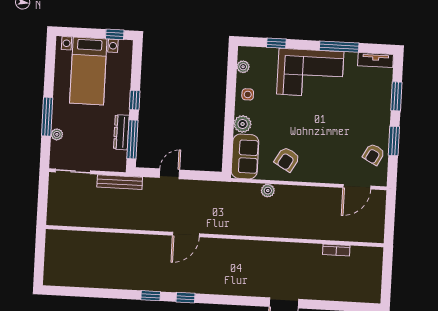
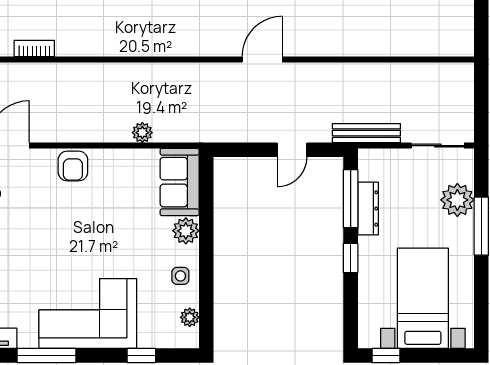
plant: (57, 134) -> (457, 200), width x1.88, depth x1.88
armchair: (287, 159) -> (73, 166), moved, turned 150

